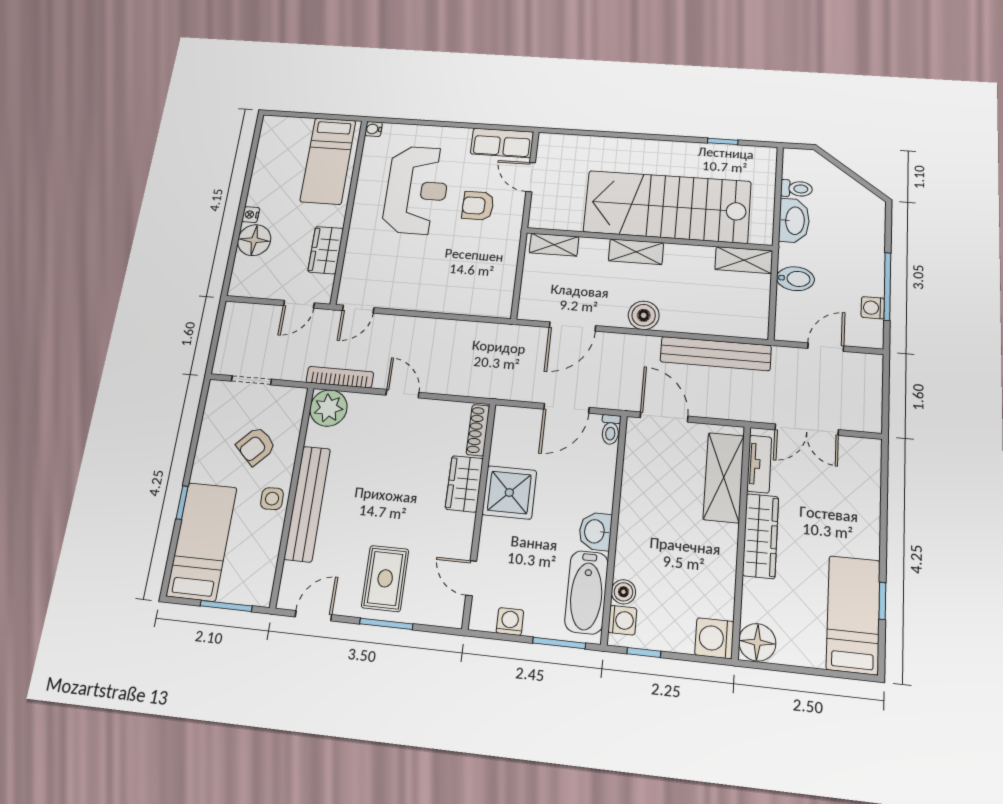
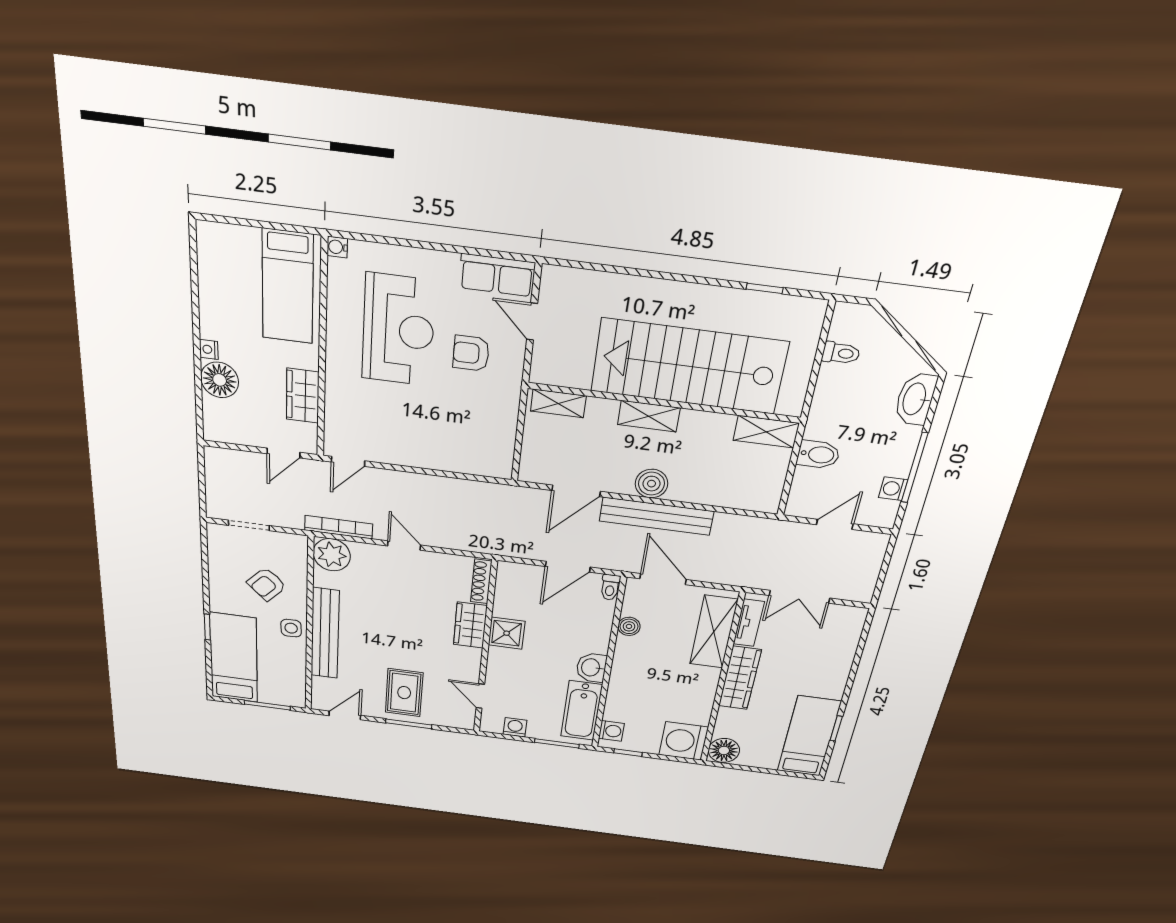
washbasin: (794, 221) -> (915, 399), moved, turned 180
bench: (716, 354) -> (656, 516), moved
shower: (509, 492) -> (507, 633), width x0.73, depth x0.73
boiler: (623, 592) -> (629, 626), moved
washing machine: (714, 638) -> (683, 741), width x1.37, depth x1.37

